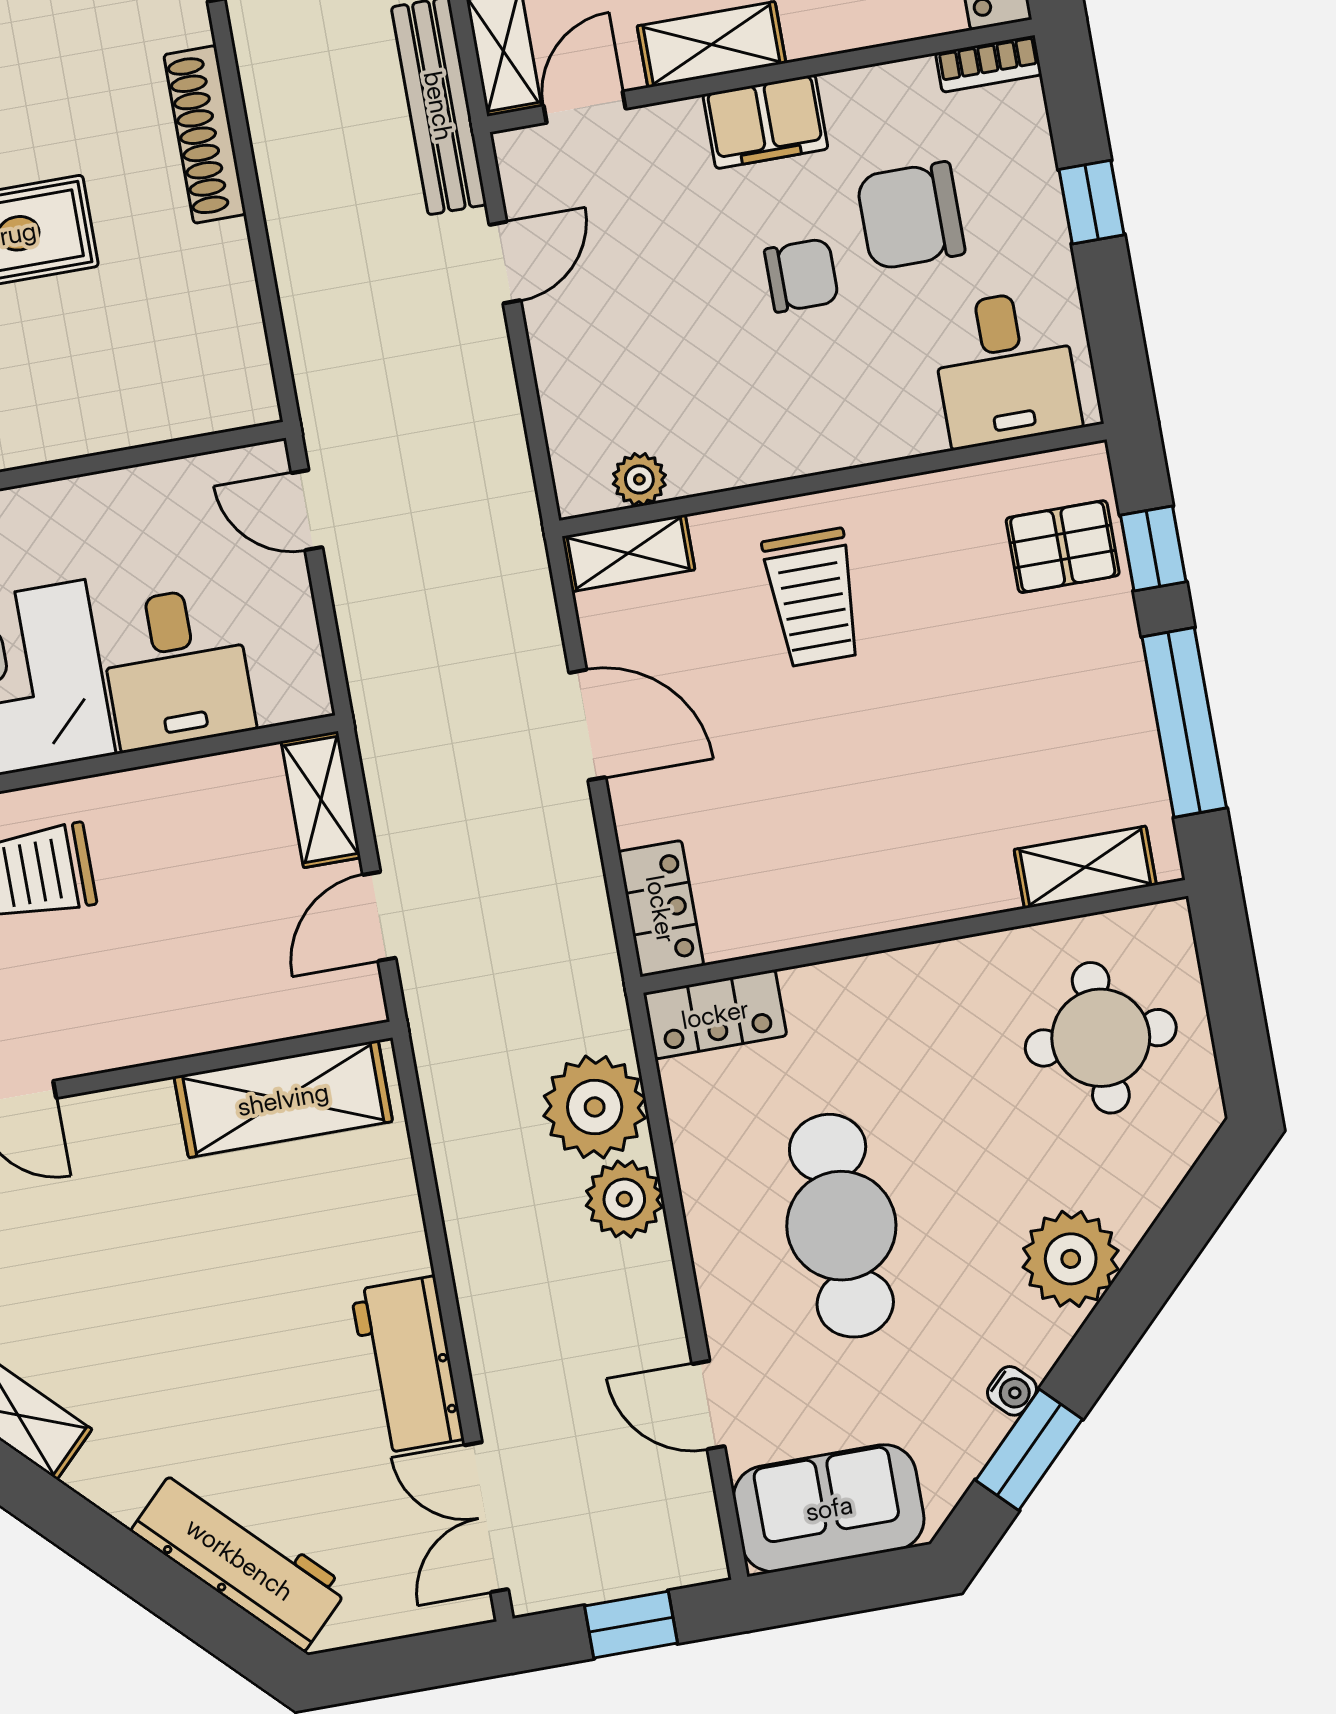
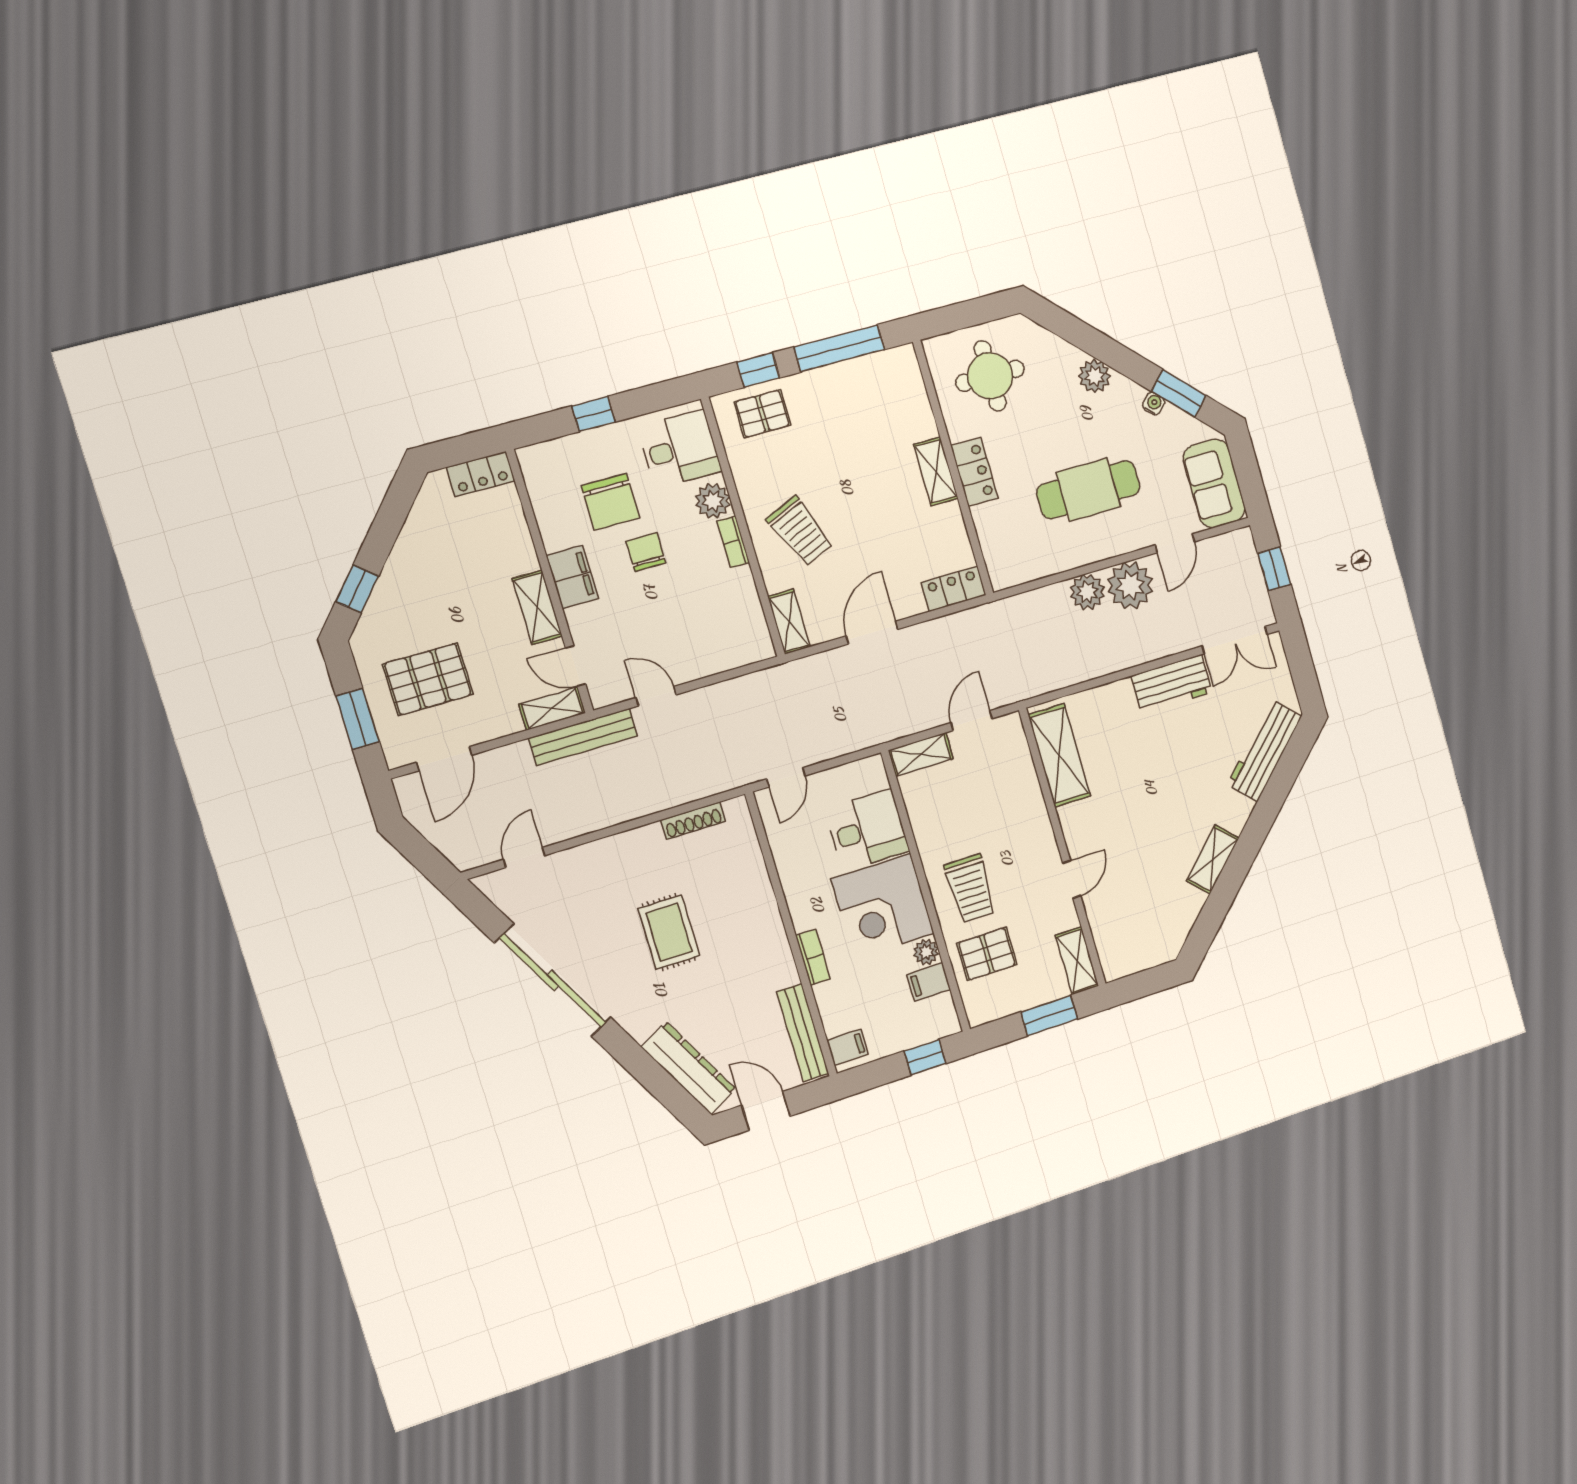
bookcase: (989, 64) -> (733, 542), moved, turned 180
shoe rack: (205, 134) -> (693, 821), moved, width x0.74, depth x0.81
plant: (639, 479) -> (713, 501), moved, width x1.38, depth x1.38
pallet: (1063, 547) -> (762, 414), turned 90
trolley: (813, 598) -> (800, 531), turned 67
shelving: (1085, 867) -> (936, 471), moved
door: (379, 916) -> (972, 721), swing flipped
locker: (715, 1014) -> (974, 472), moved
plant: (595, 1107) -> (1130, 585), moved
plant: (1071, 1259) -> (1095, 376), width x0.73, depth x0.73

